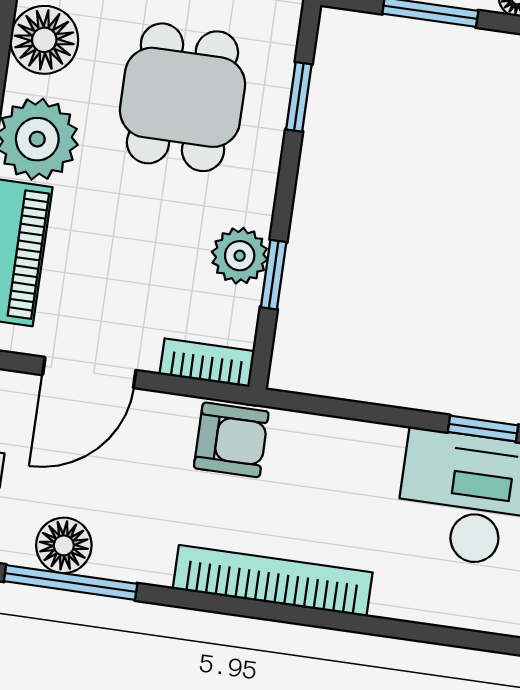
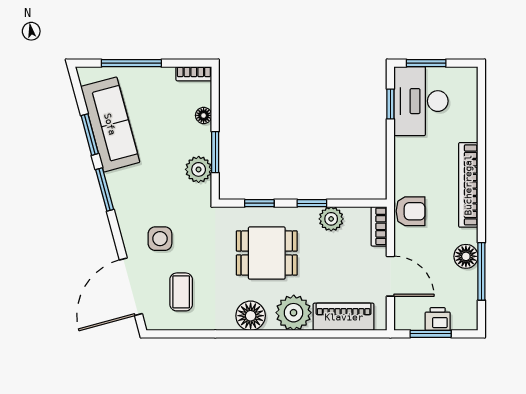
window: (274, 275) -> (312, 203), moved
armchair: (231, 440) -> (411, 211), turned 90
floor lamp: (64, 545) -> (466, 256), moved

